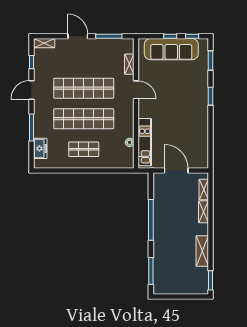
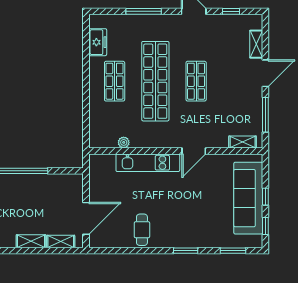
shelving: (44, 43) -> (256, 44), moved
shelving: (129, 64) -> (243, 142), moved
shop shelf: (84, 88) -> (196, 81), width x0.50, depth x0.74
cafe table: (195, 129) -> (142, 230), added
kitchen unit: (145, 142) -> (148, 163), moved
freezer: (40, 148) -> (98, 42), moved, turned -90
door: (176, 171) -> (86, 218), moved

